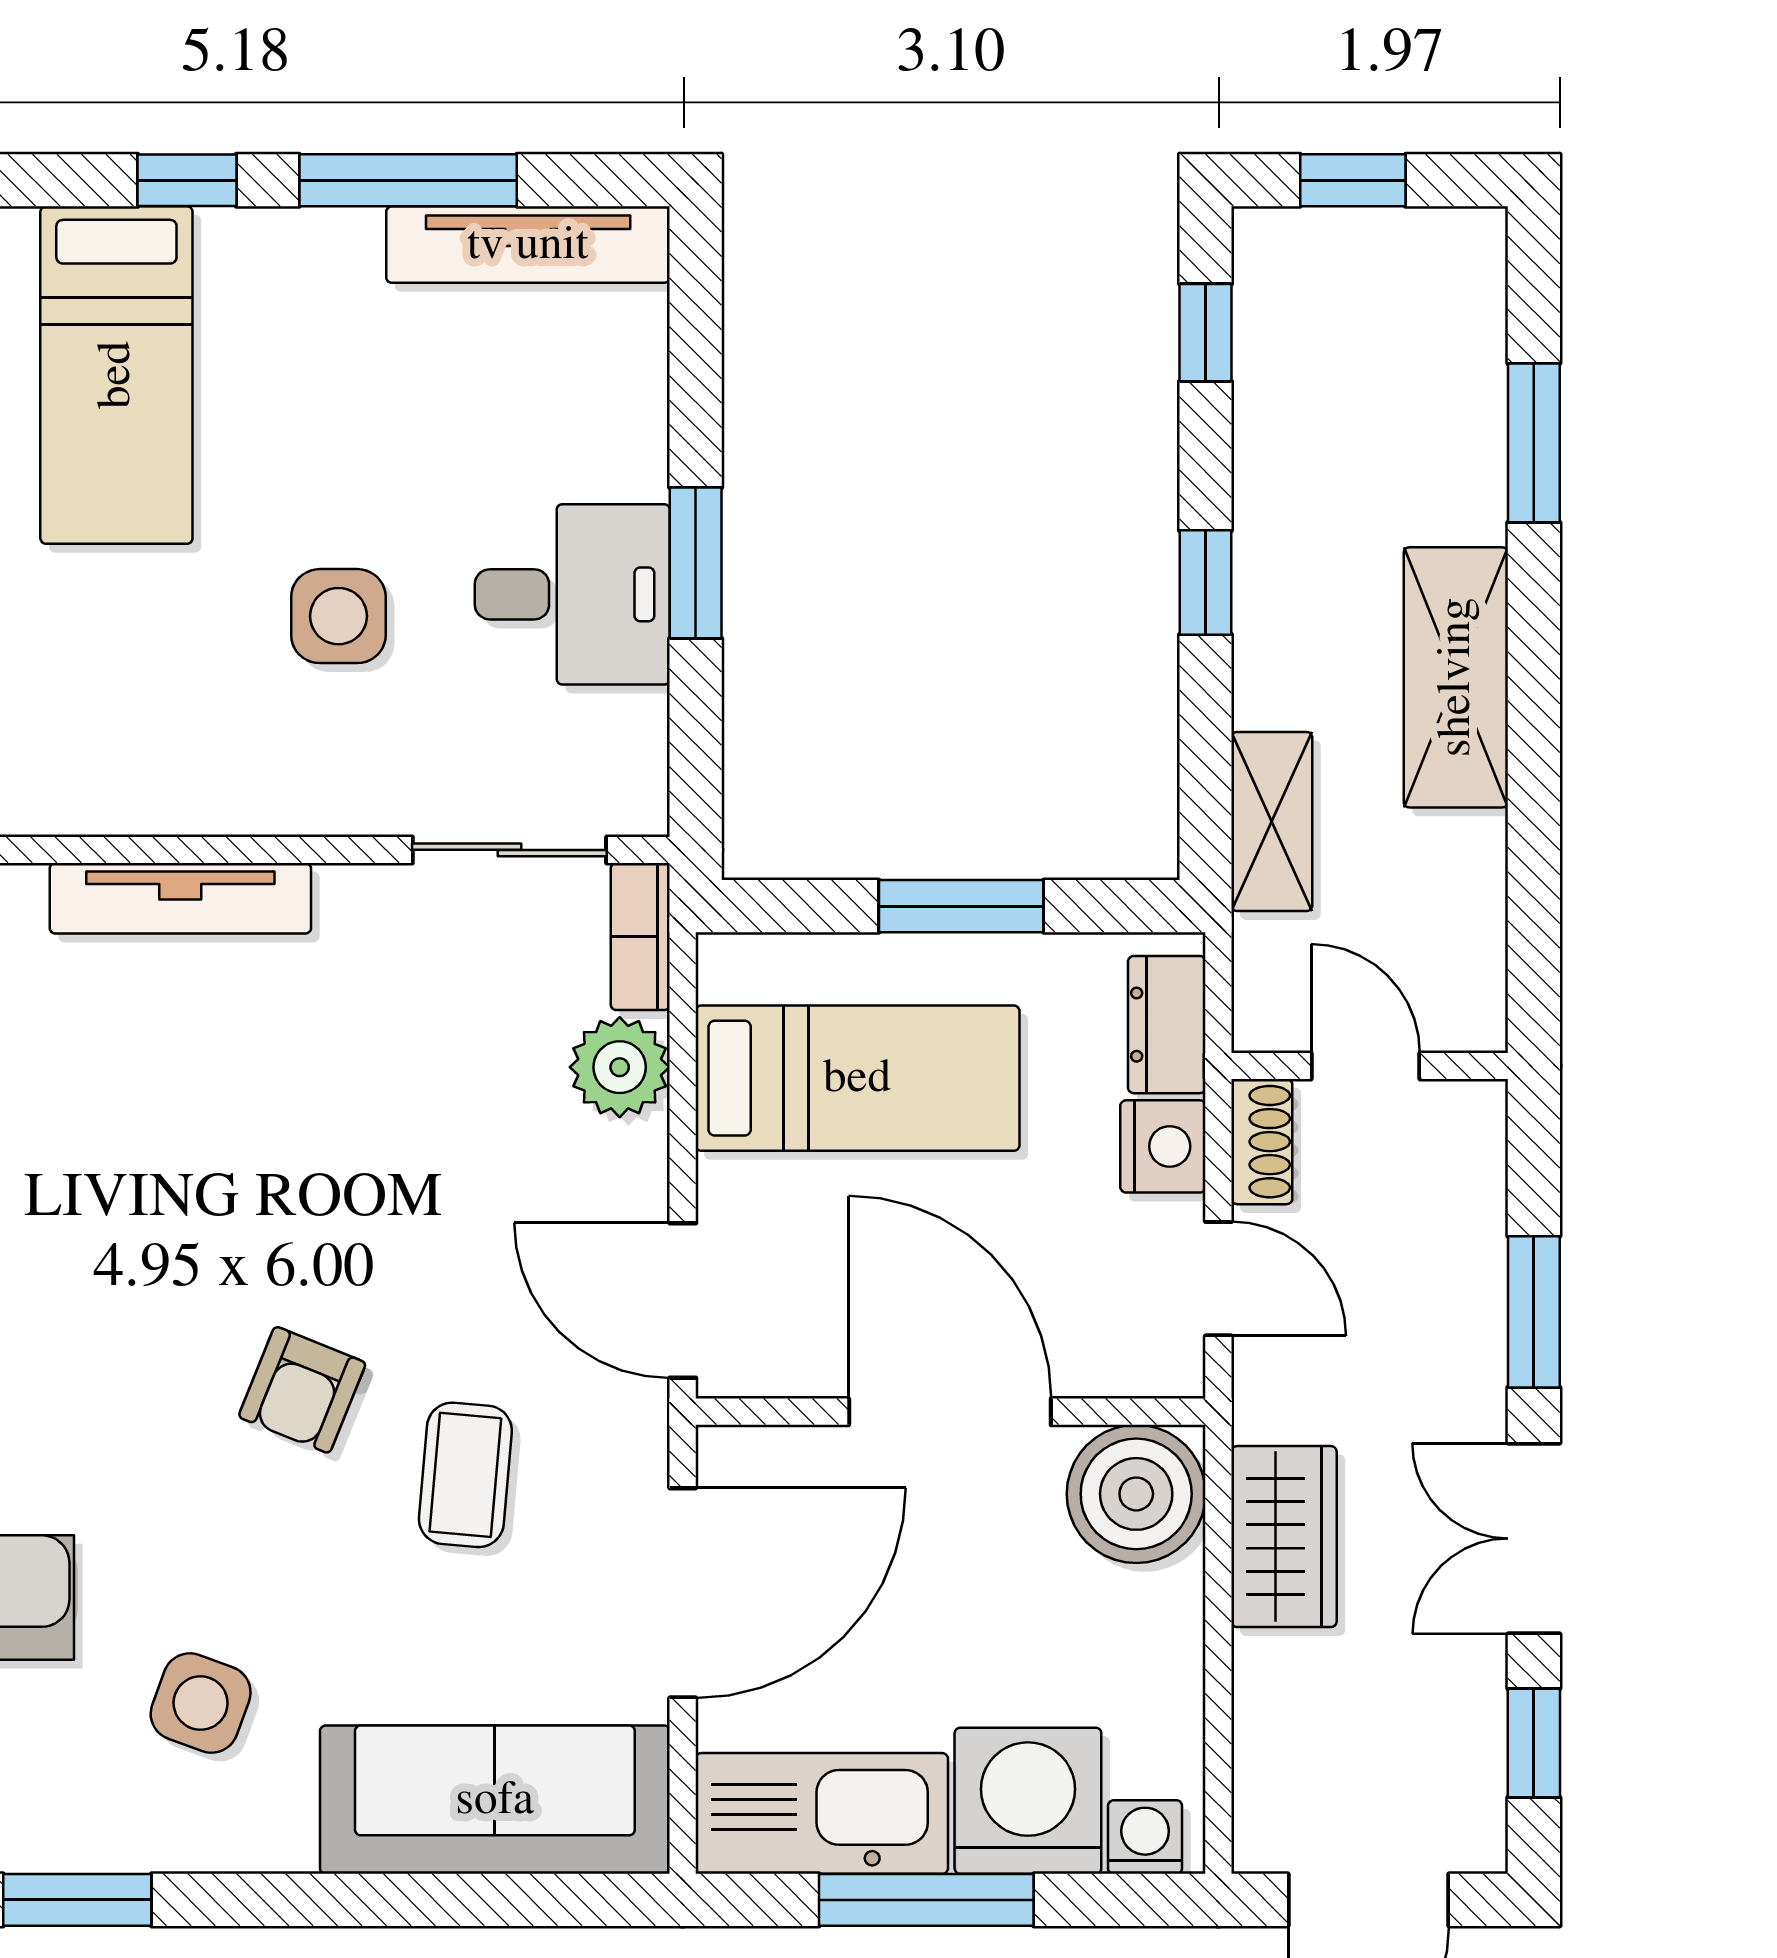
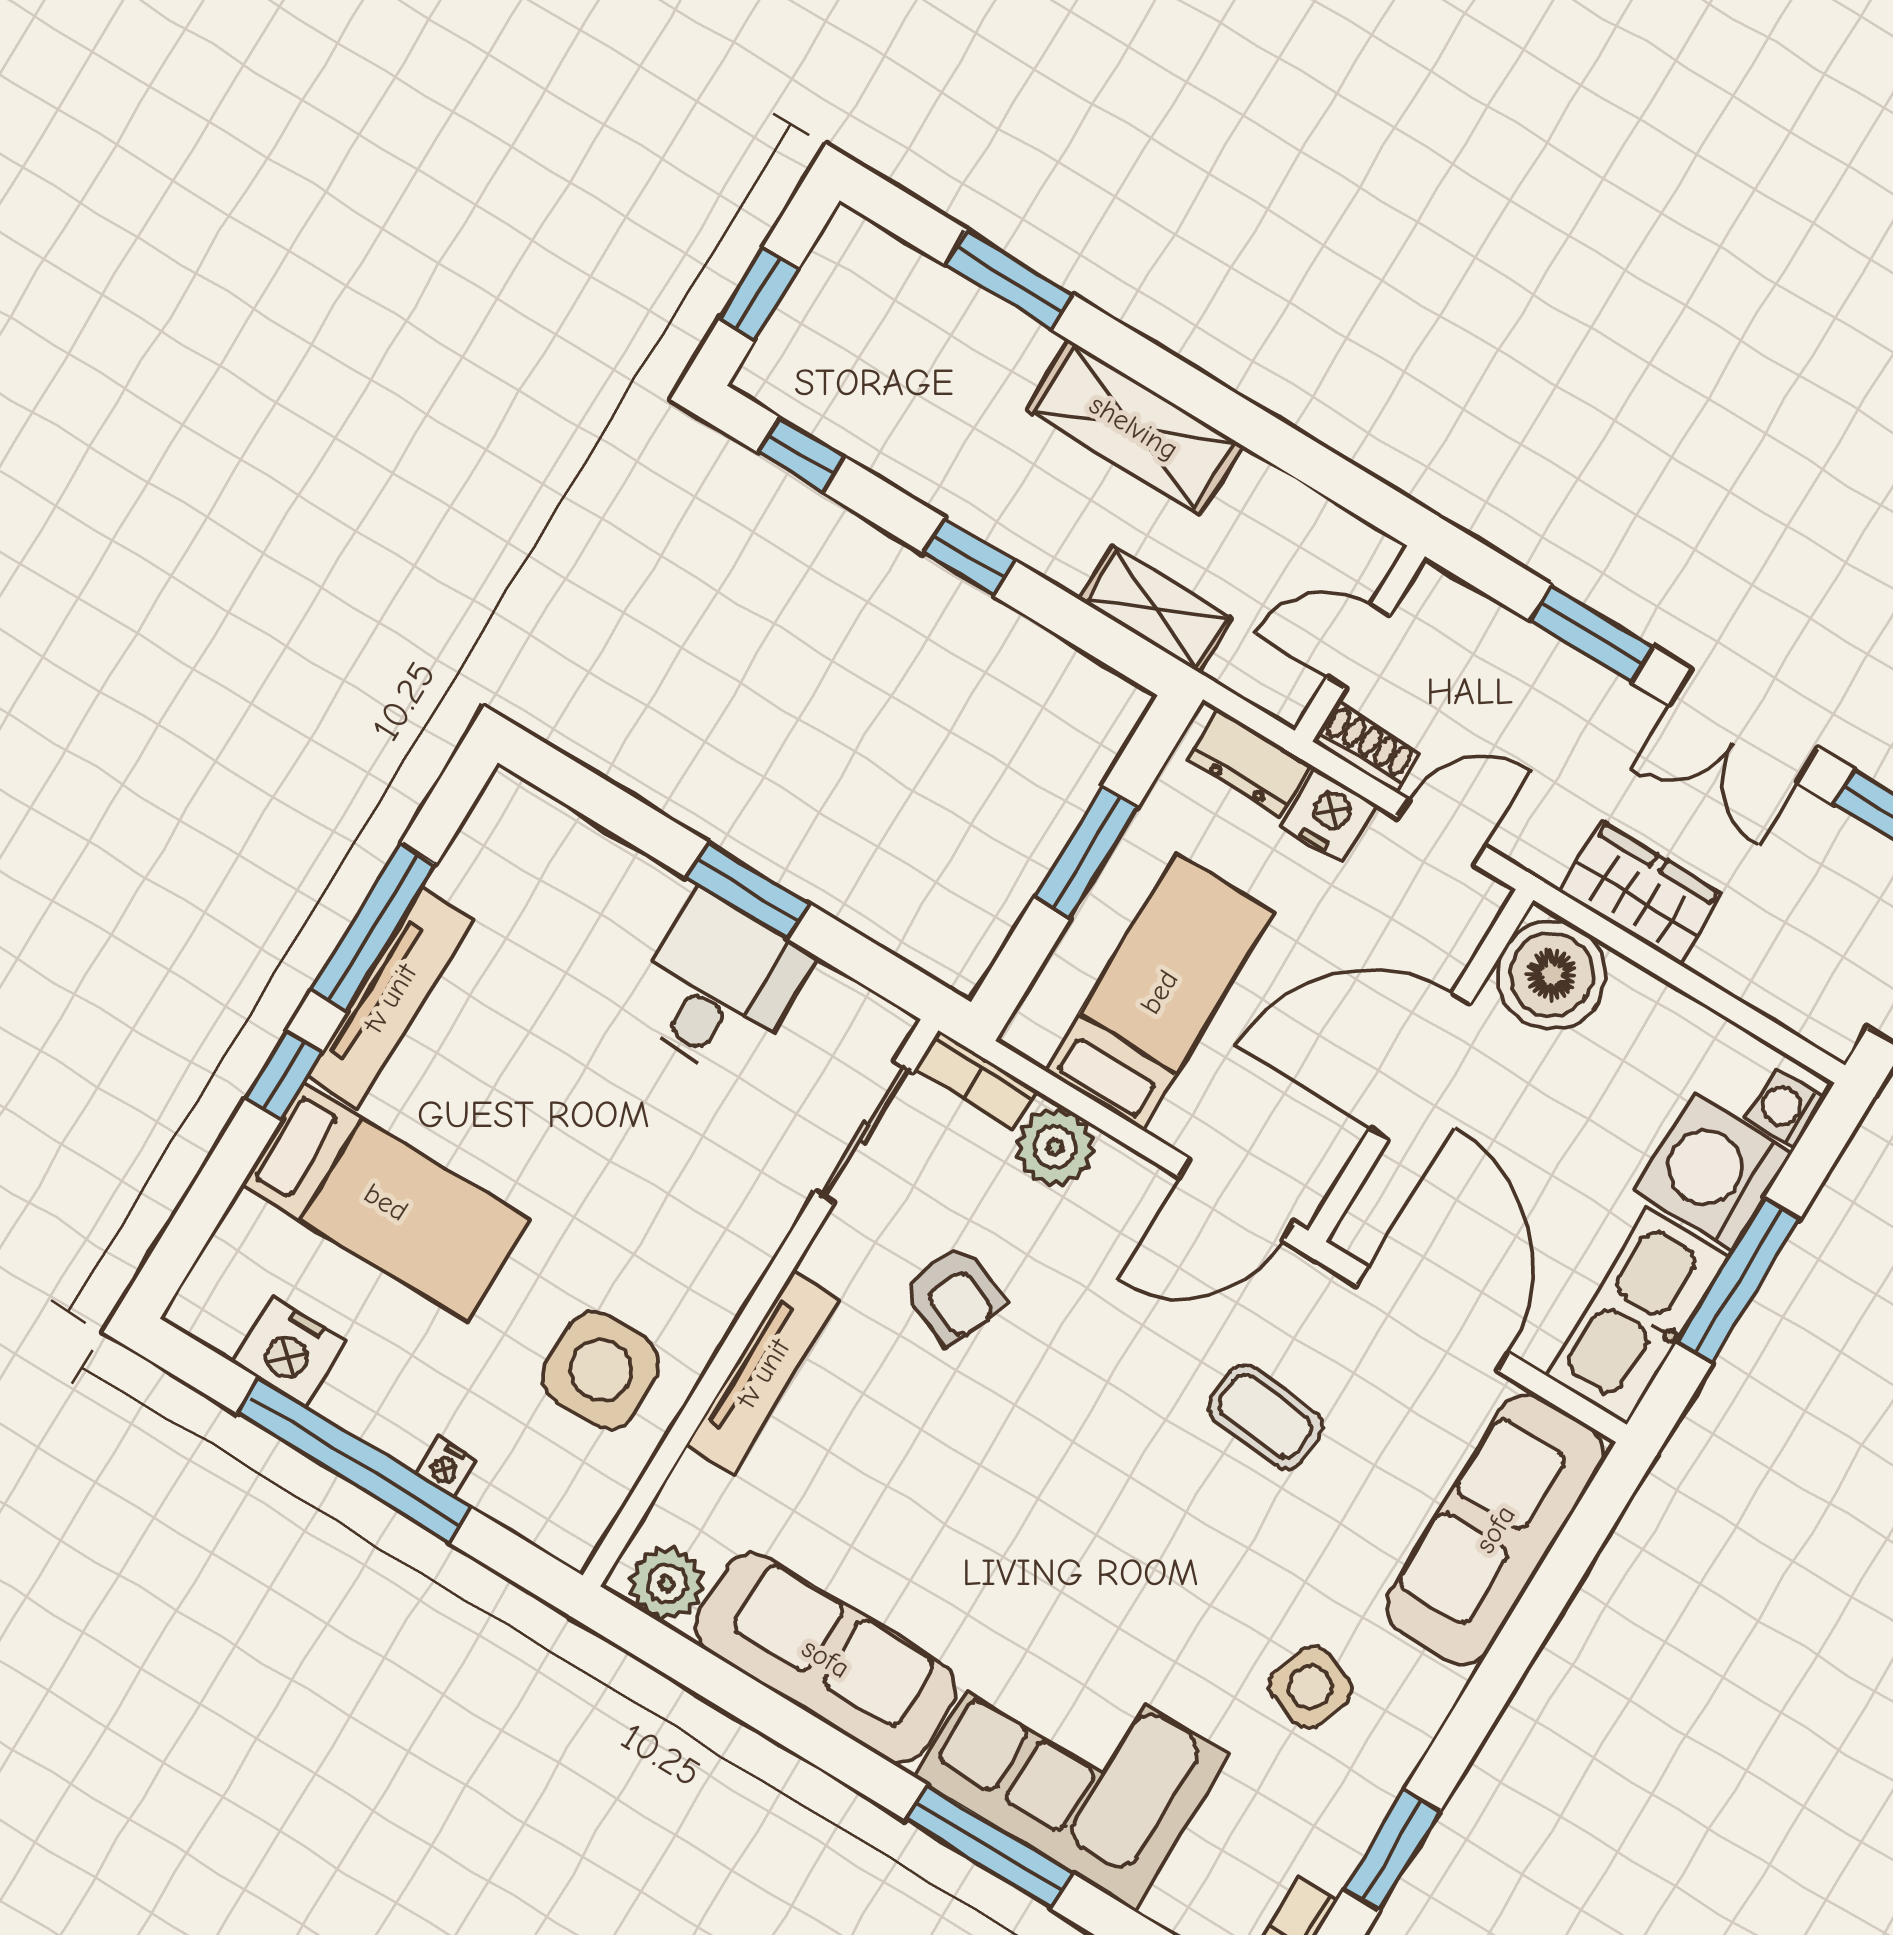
tv unit: (528, 245) -> (390, 998), moved
side table: (338, 616) -> (601, 1370), moved, width x1.37, depth x1.37
armchair: (302, 1390) -> (954, 1295), moved

